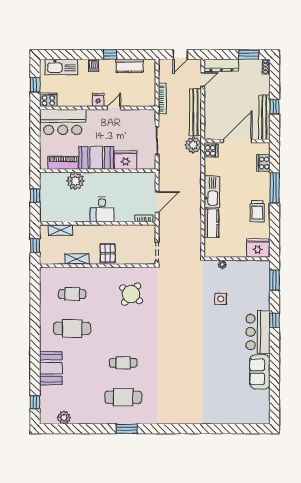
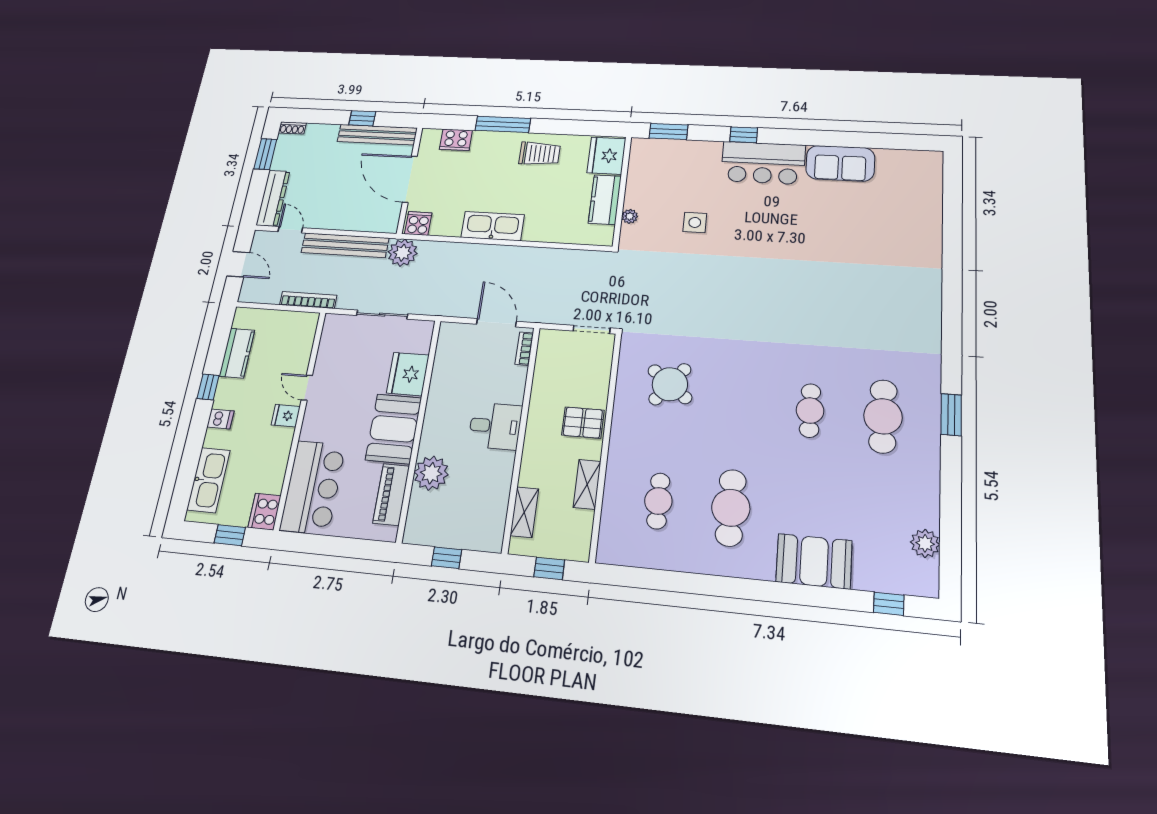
kitchen counter: (211, 223) -> (605, 200), moved, turned -90

